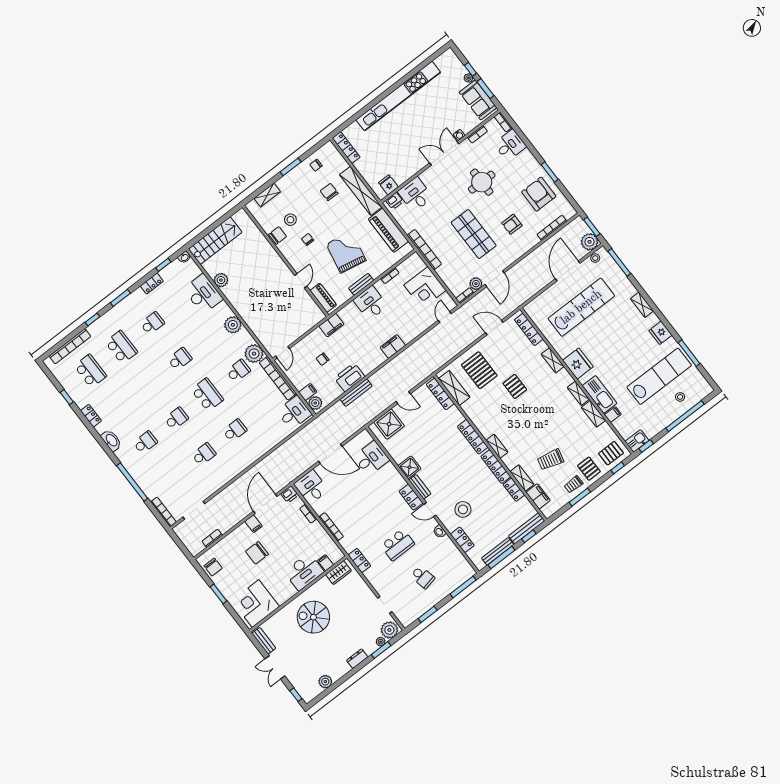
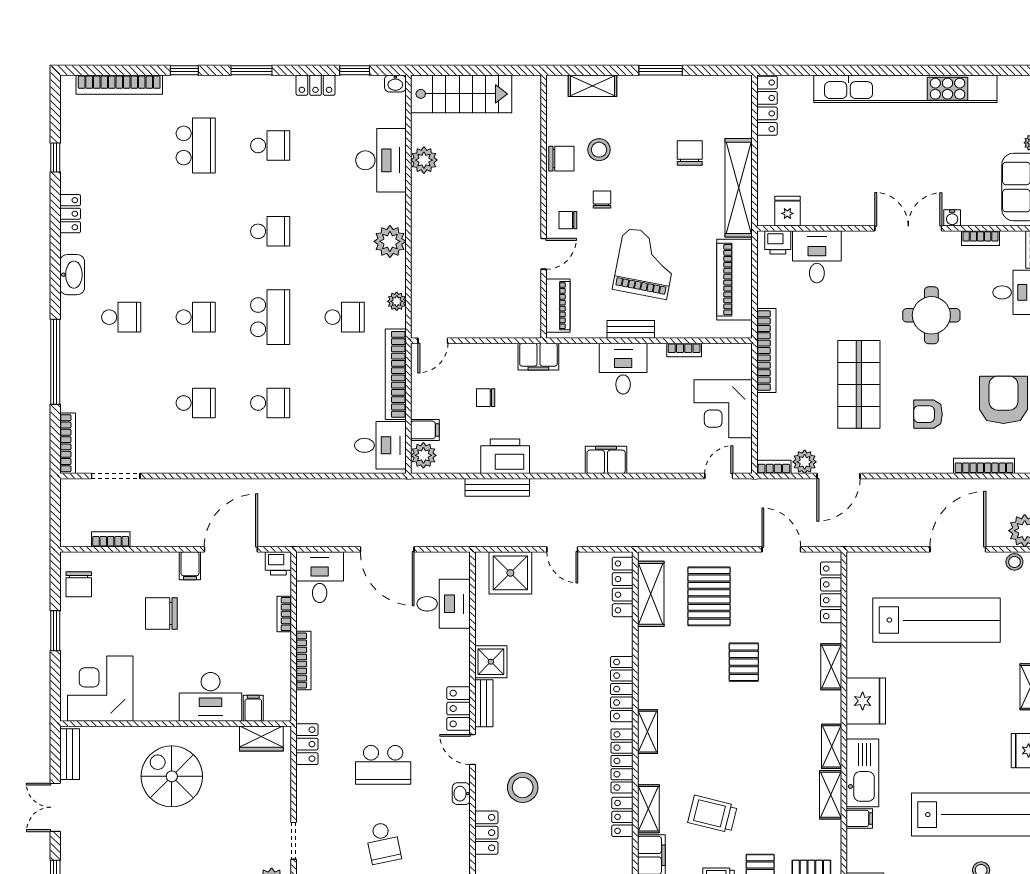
chair: (316, 165) -> (568, 220), moved
plant: (254, 354) -> (397, 301), width x0.53, depth x0.53
school desk: (90, 371) -> (121, 146), removed

